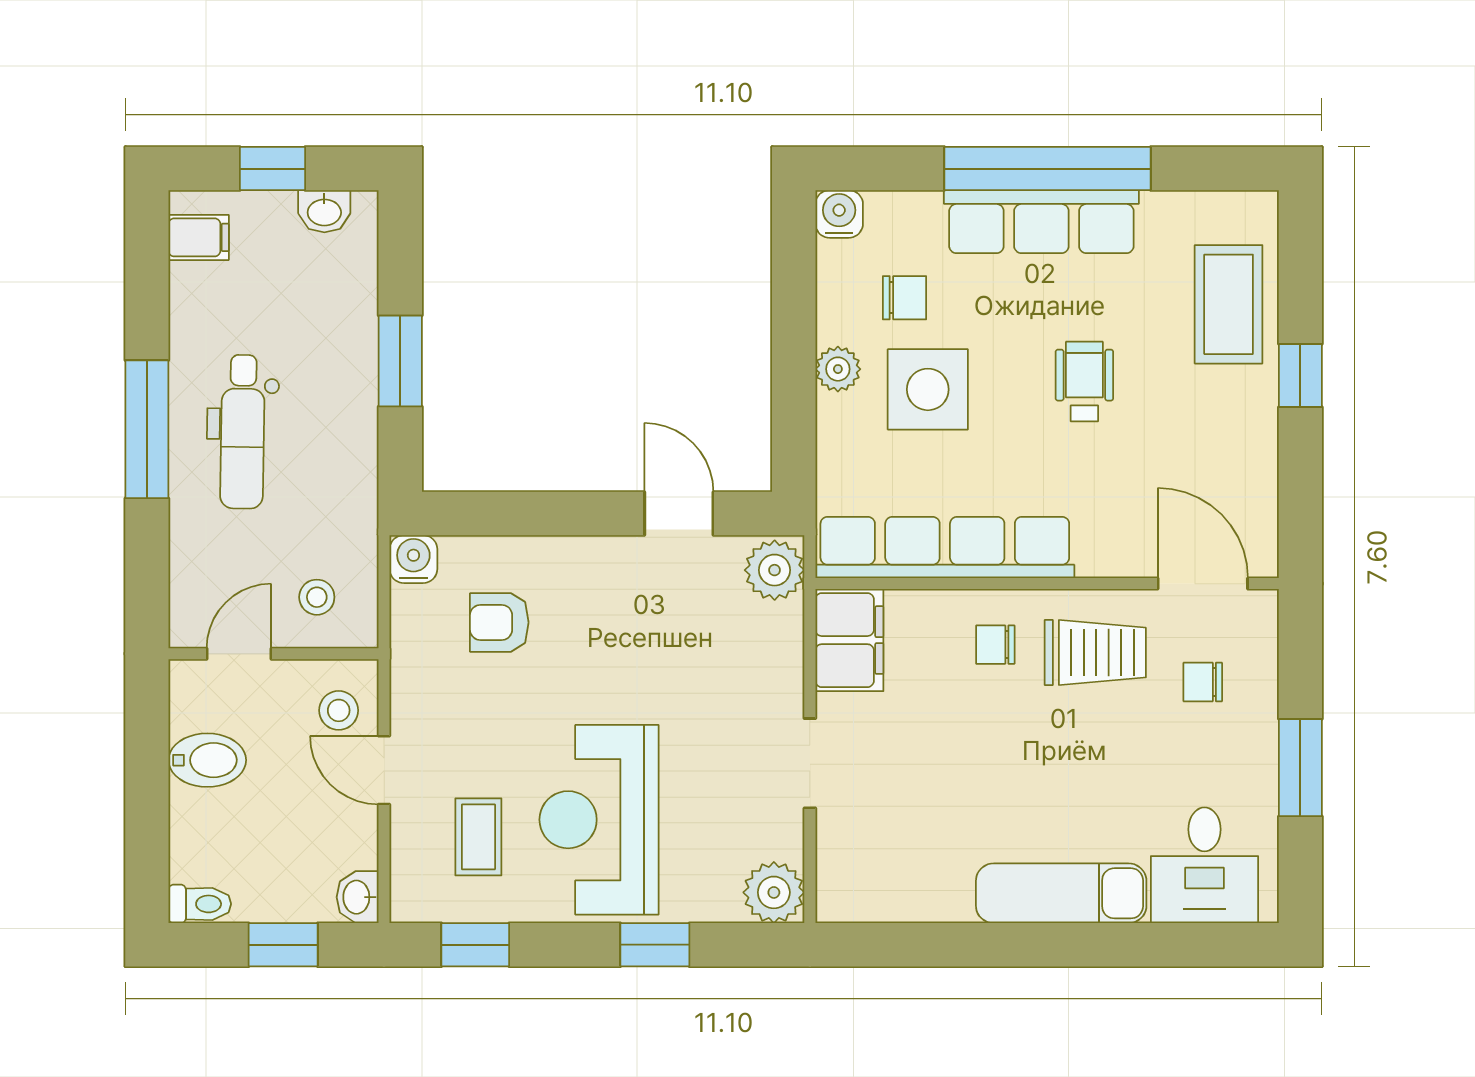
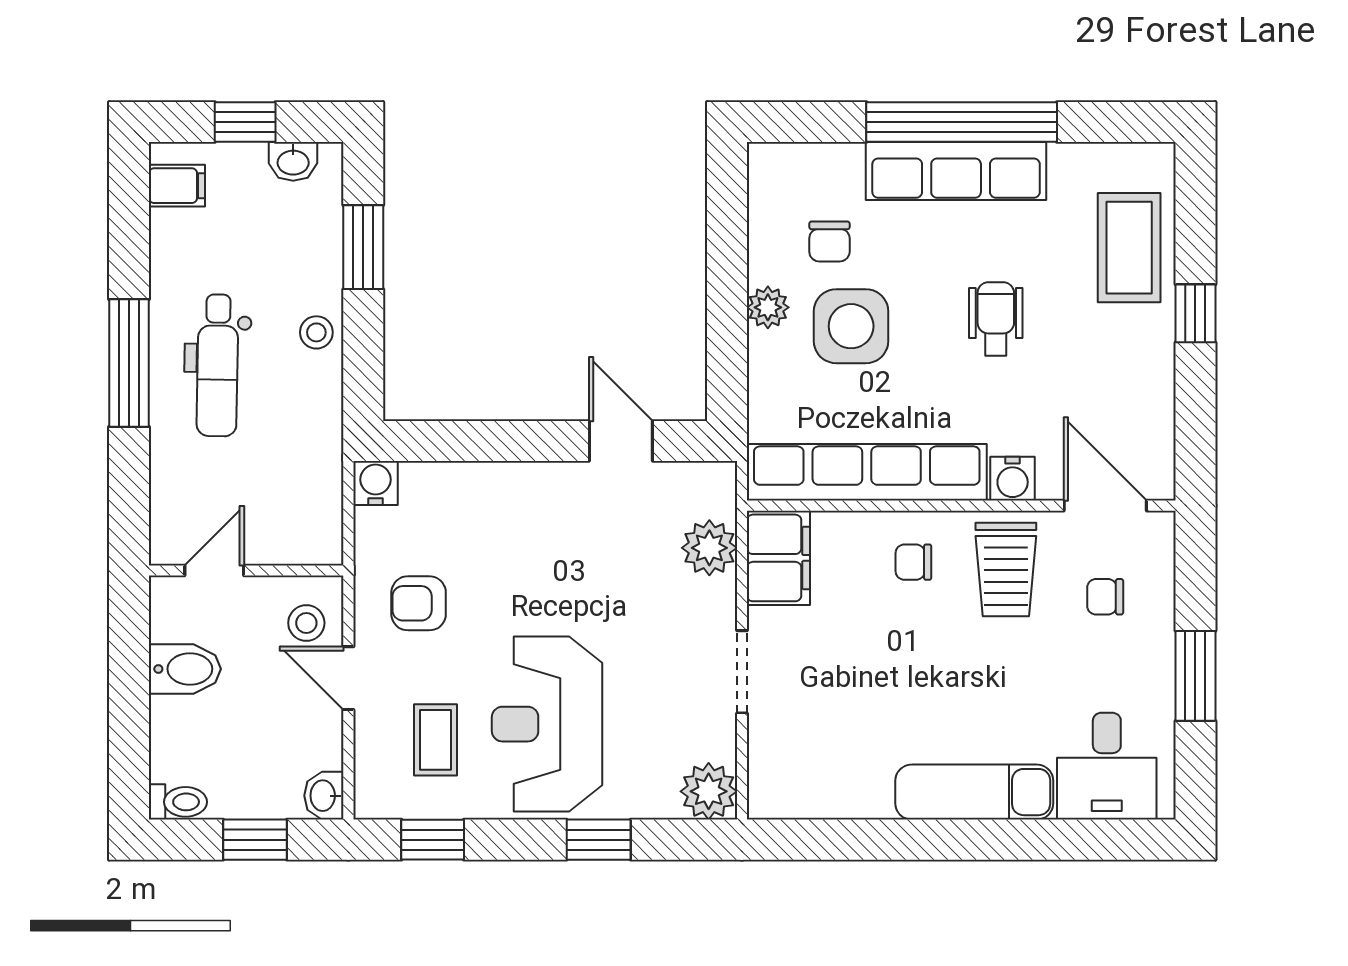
water cooler: (839, 214) -> (1013, 479), moved, turned 180
chair: (904, 298) -> (829, 241), turned 90
window: (400, 361) -> (363, 247), moved
plant: (775, 570) -> (709, 548), moved
stool: (317, 597) -> (316, 332), moved
armchair: (499, 622) -> (419, 603), moved
trolley: (1095, 653) -> (1006, 569), turned 90

